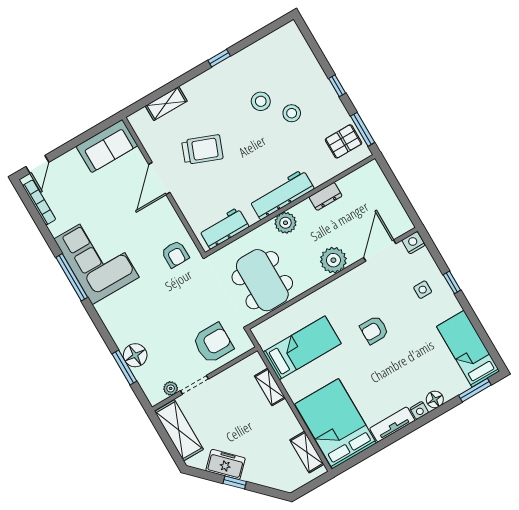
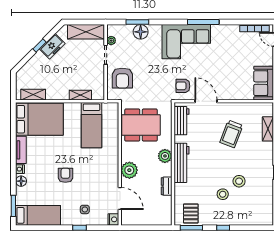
door: (159, 178) -> (206, 101), moved
corner sofa: (96, 258) -> (186, 42), moved
armchair: (374, 330) -> (65, 175), moved

